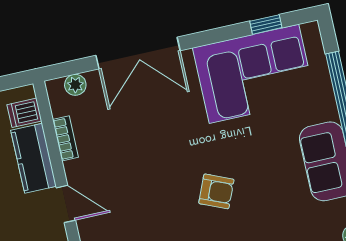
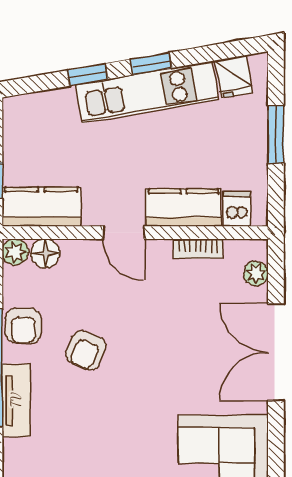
armchair: (216, 191) -> (86, 350), moved
door: (66, 204) -> (124, 233), hinge flipped

